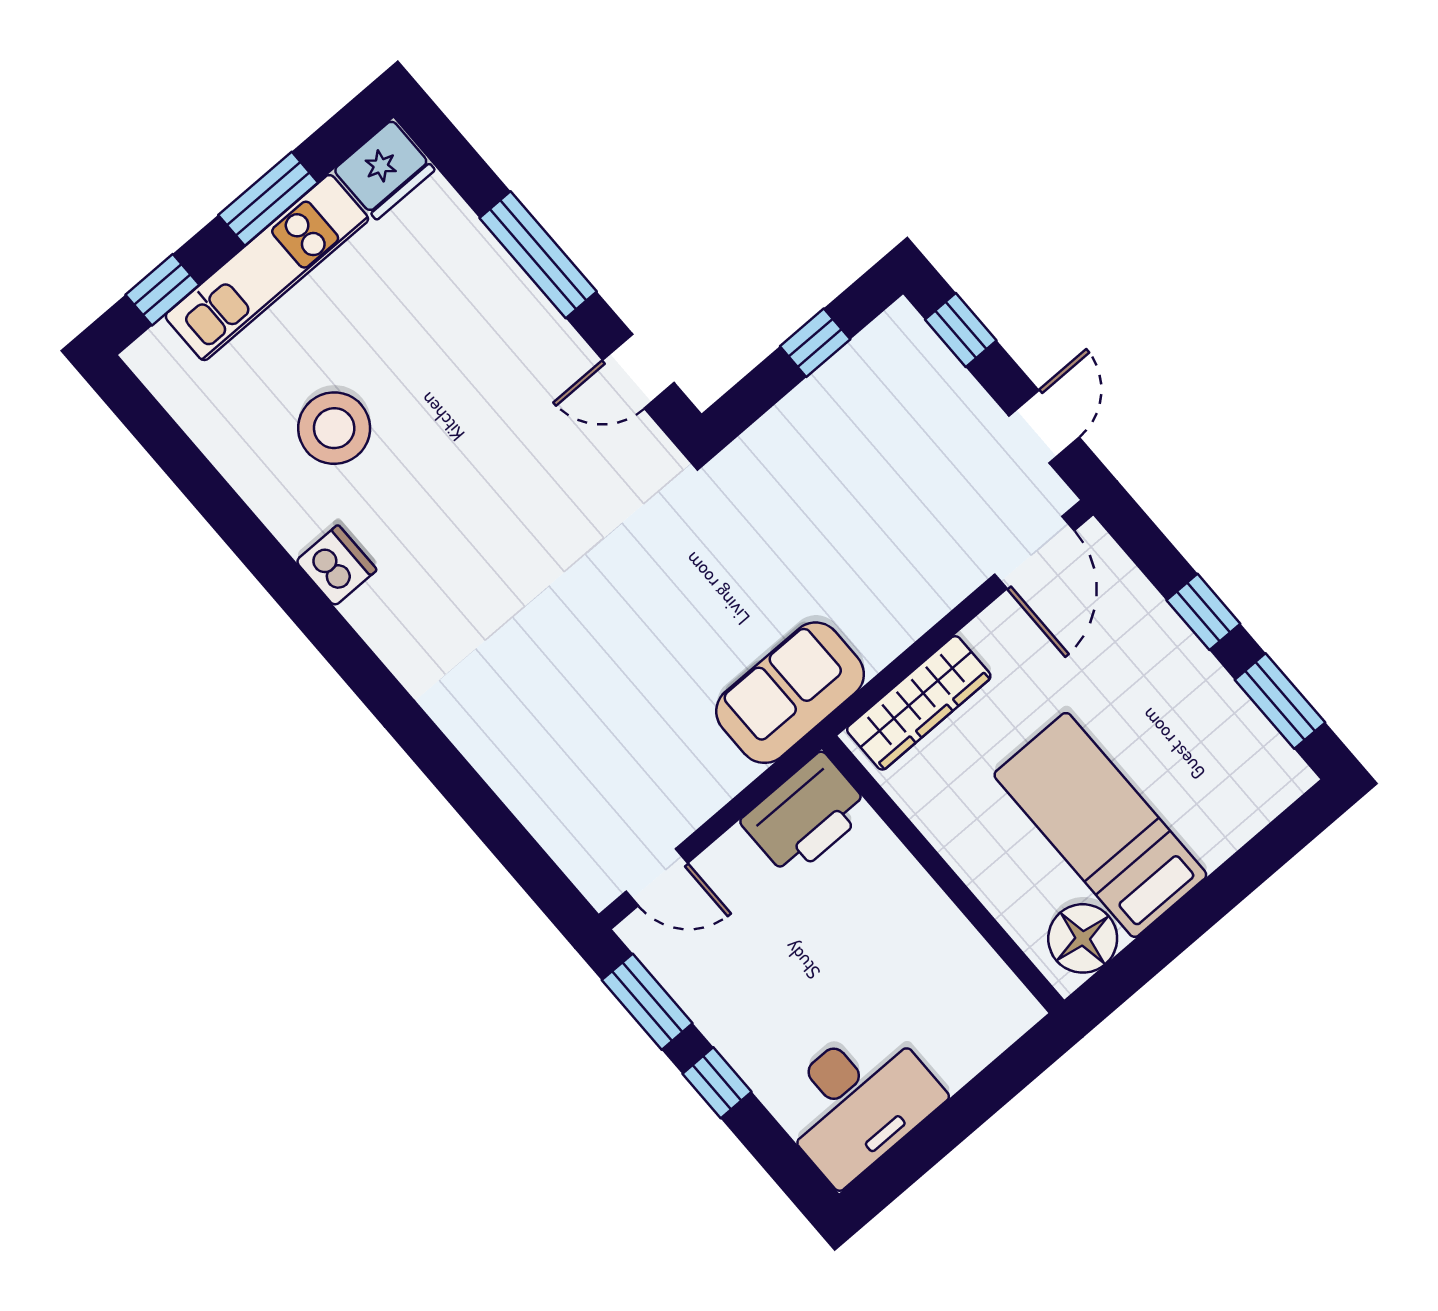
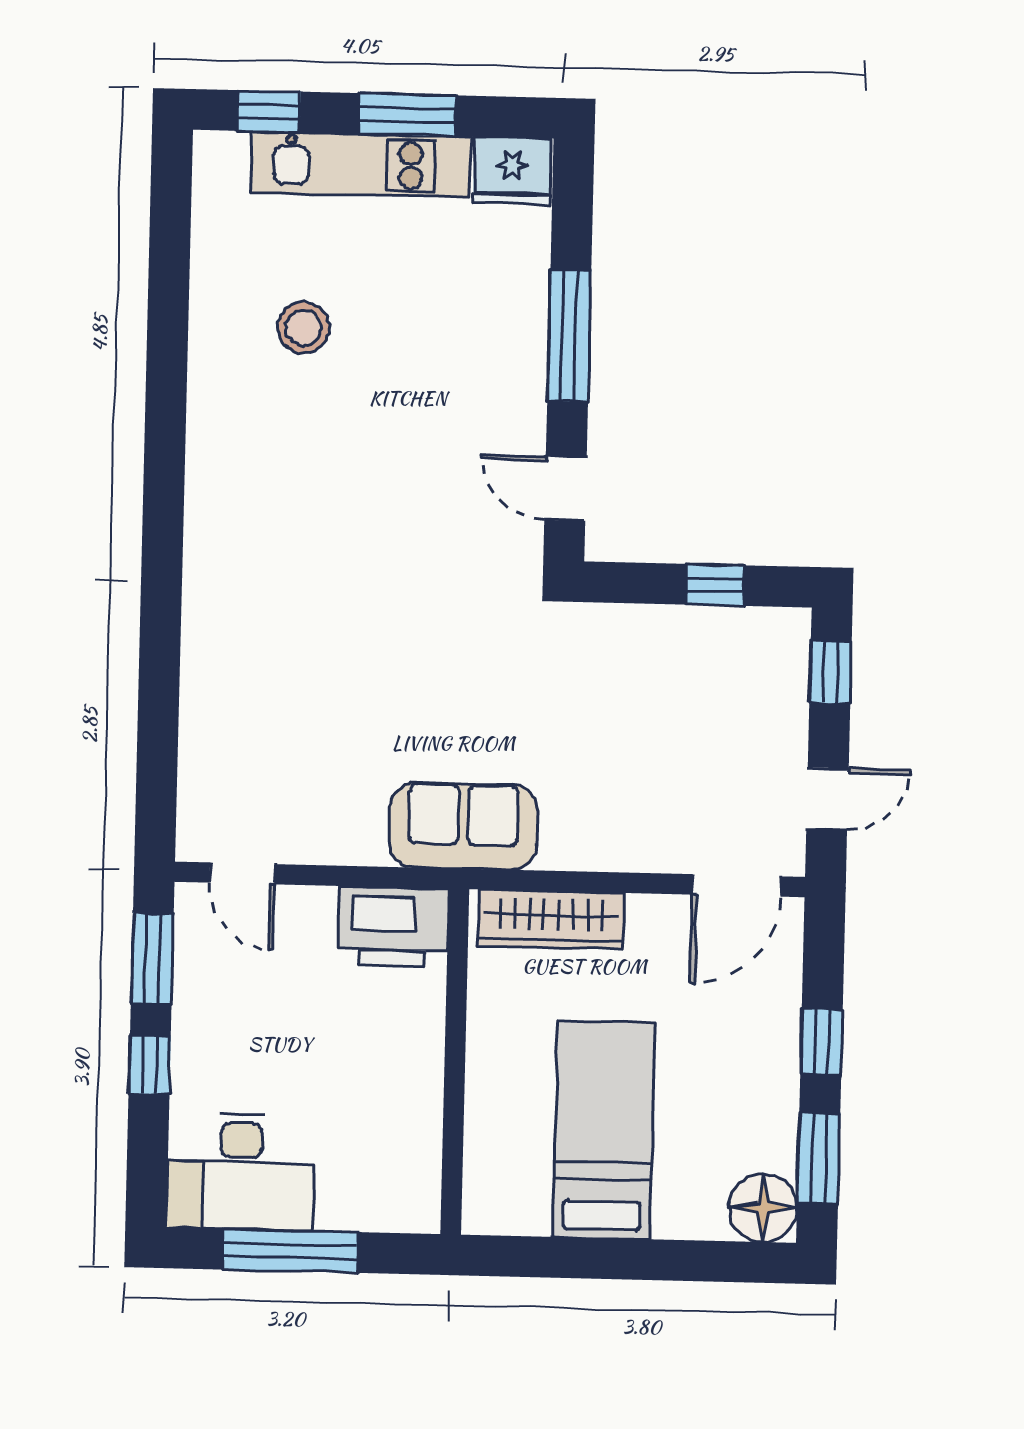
stool: (334, 428) -> (303, 328), width x0.73, depth x0.73
dishwasher: (336, 565) -> (214, 430), removed
floor lamp: (1083, 938) -> (763, 1208), moved
window: (948, 1127) -> (291, 1251), added

